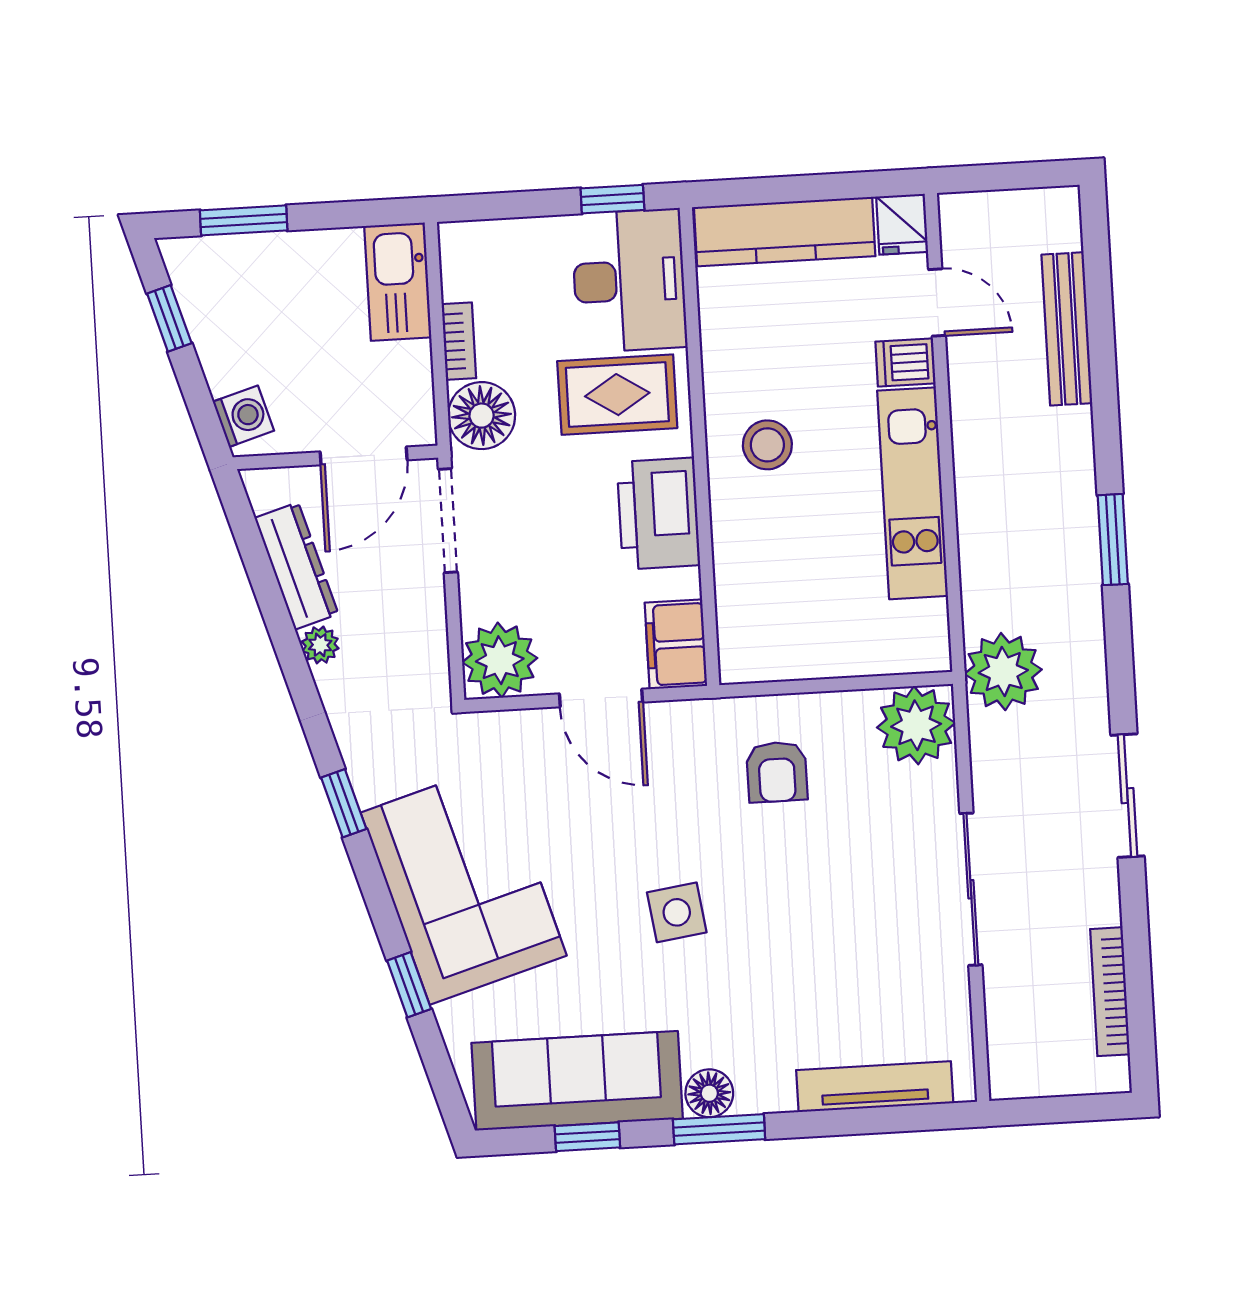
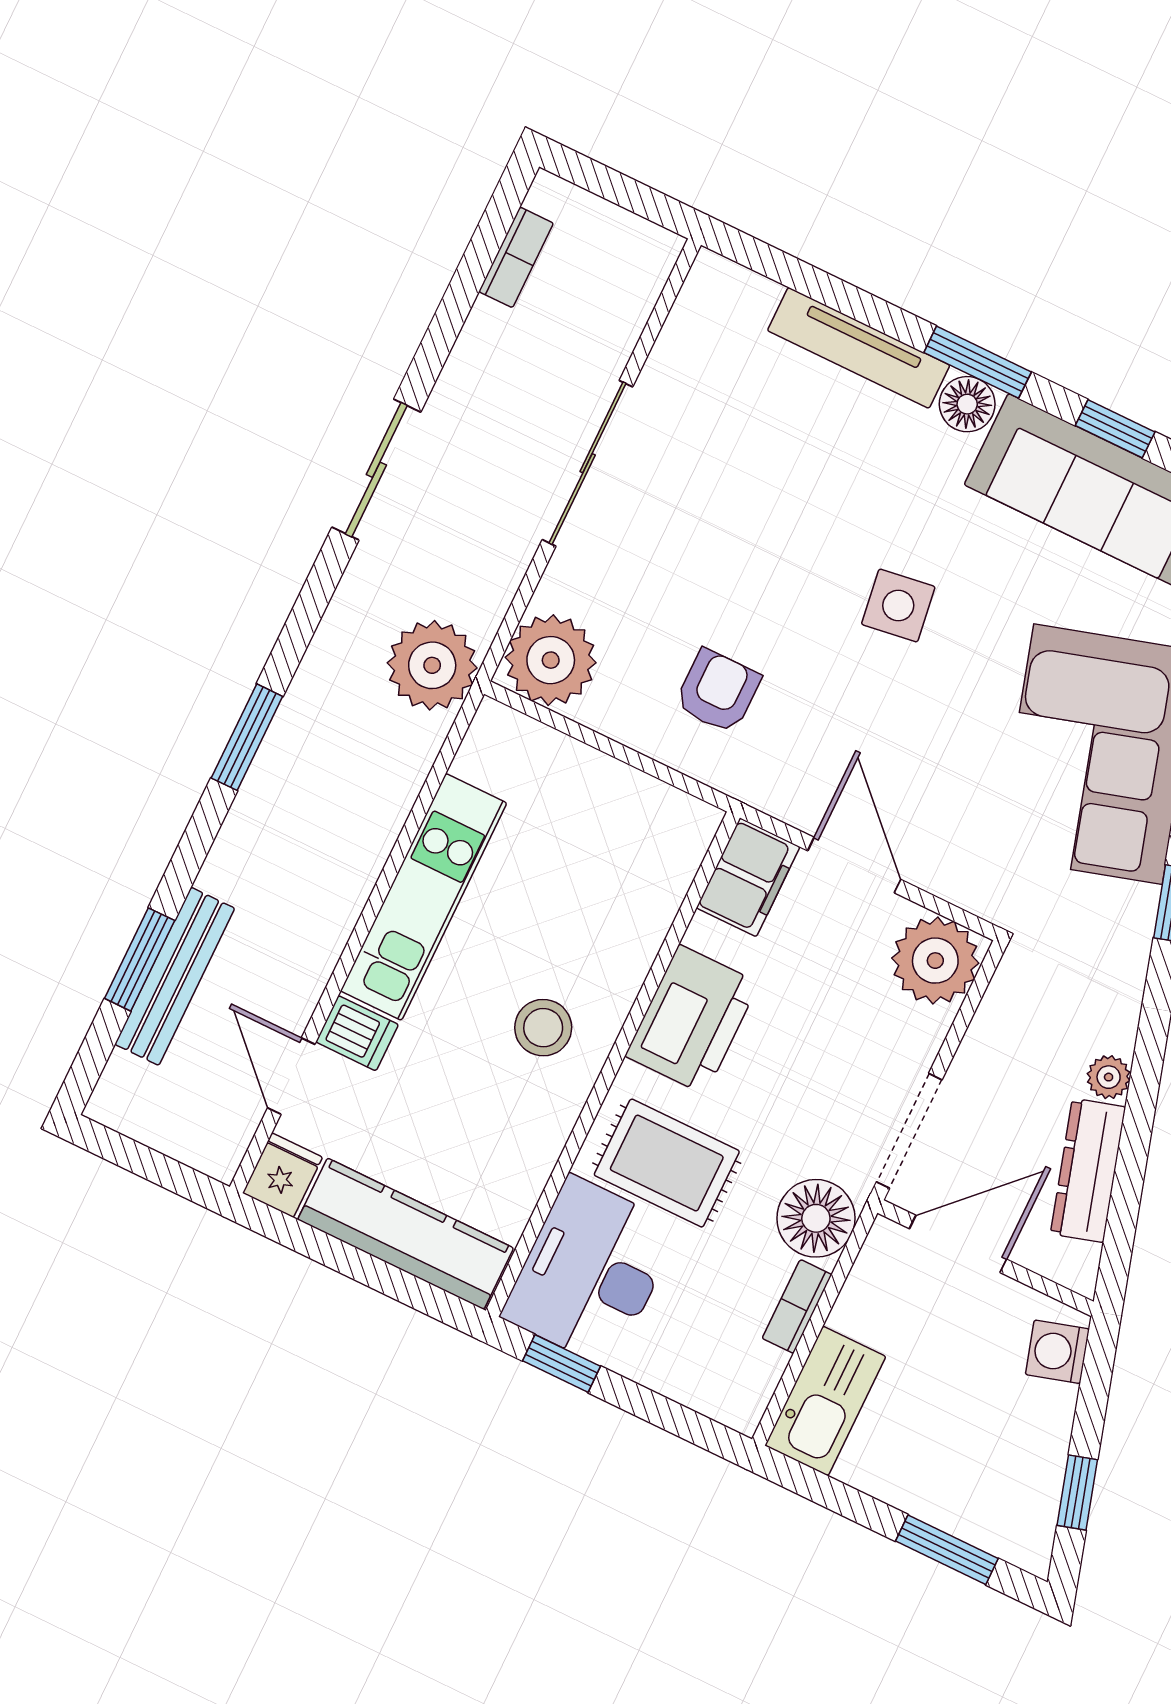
window: (1100, 327) -> (140, 959), added
bookcase: (1110, 992) -> (516, 257), width x0.64
tv unit: (875, 1087) -> (859, 348), moved

